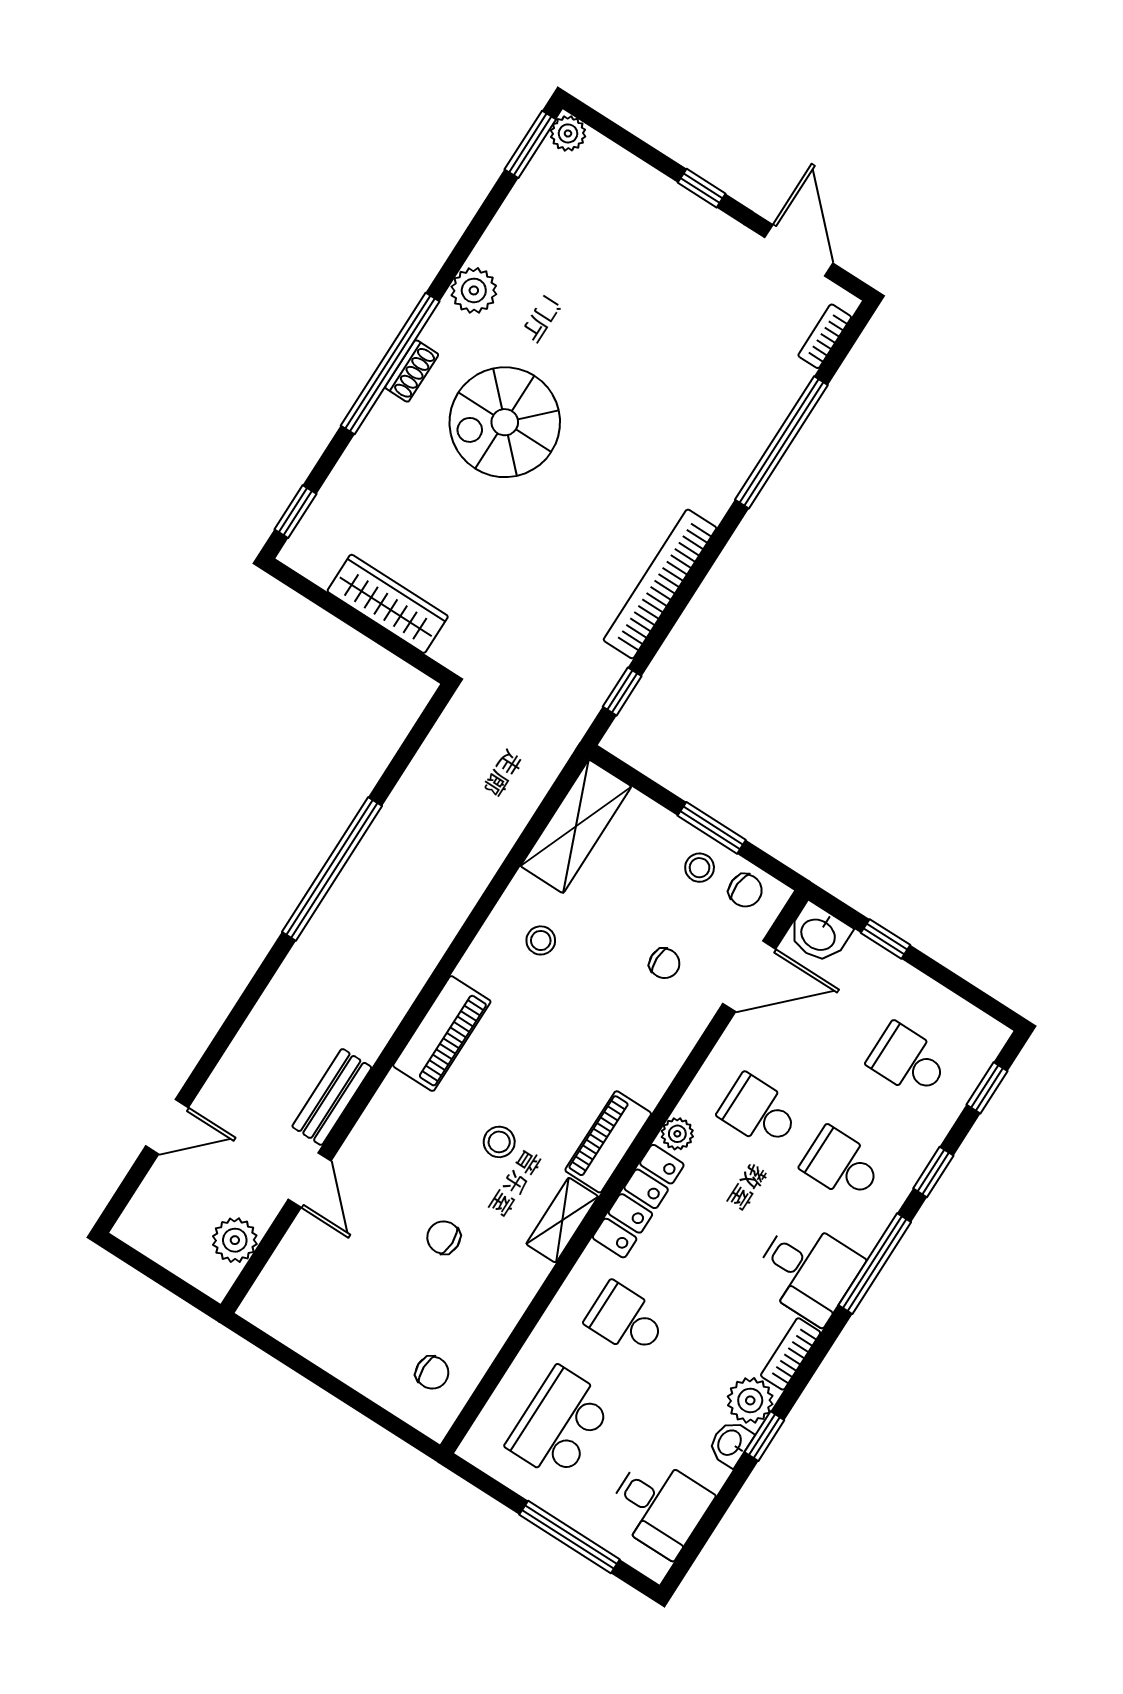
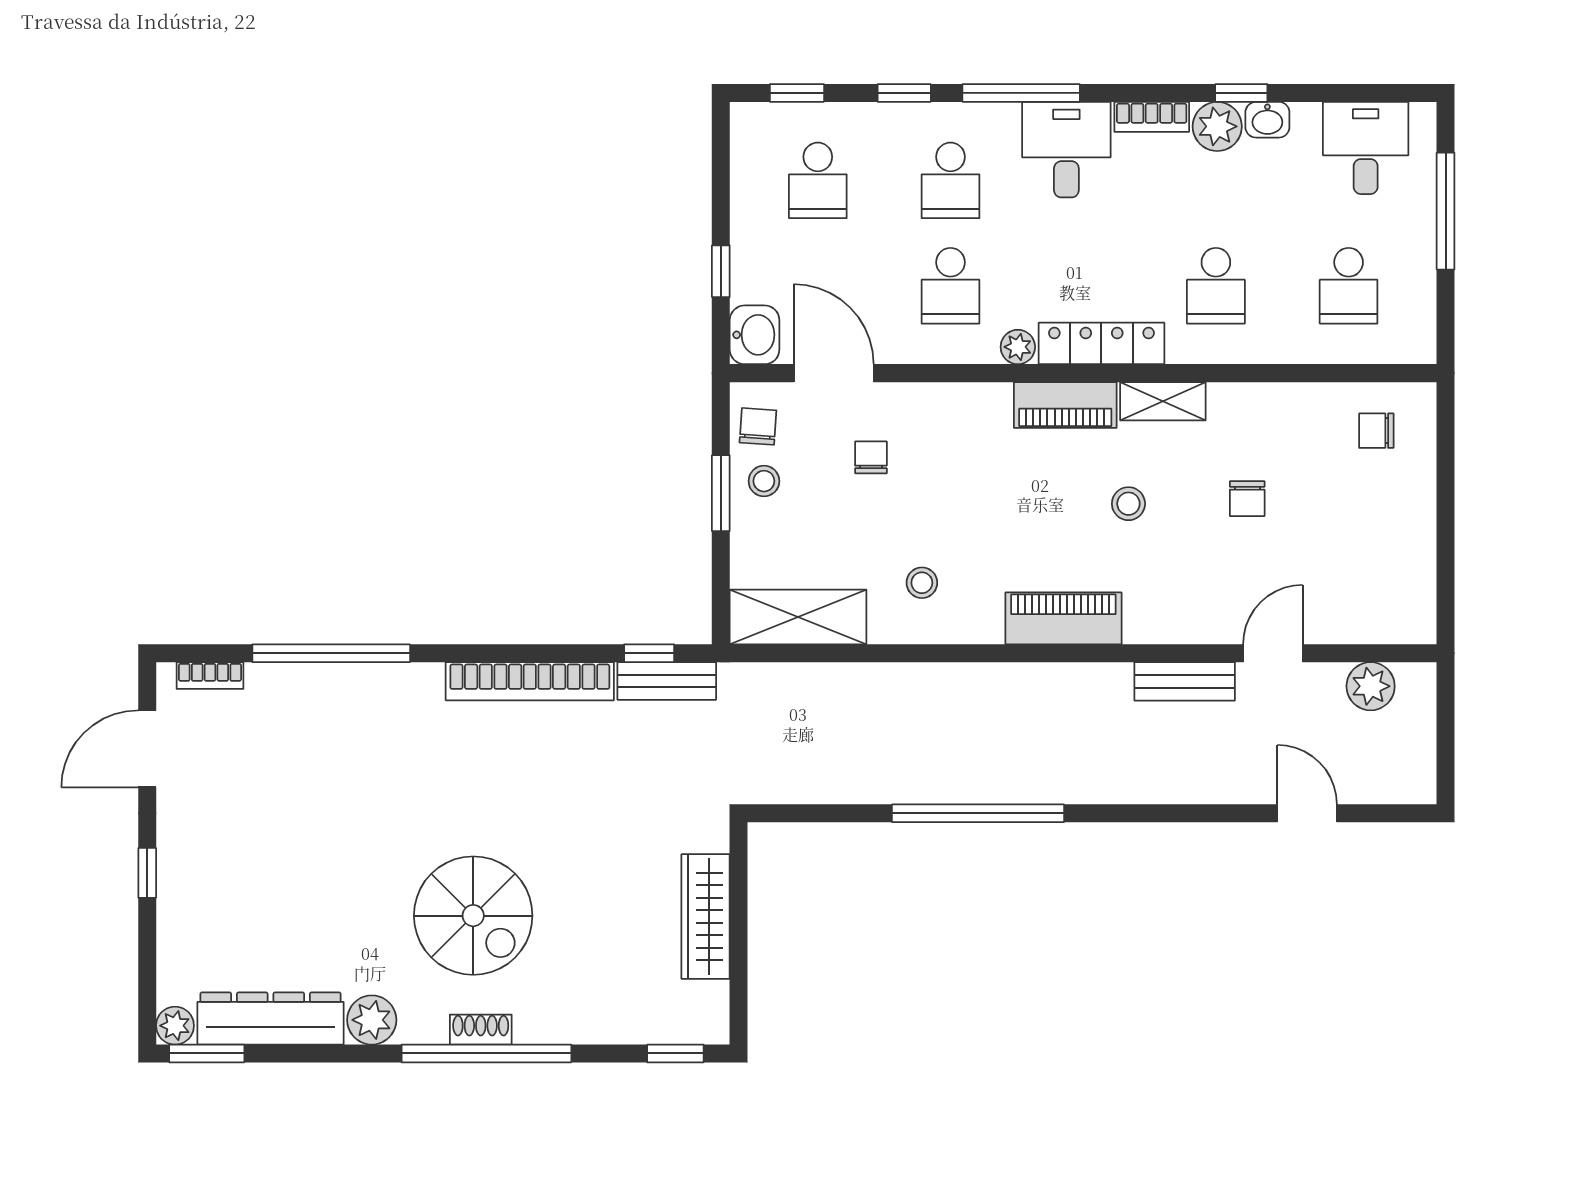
dresser: (526, 212) -> (271, 1019), added
bench: (592, 691) -> (667, 681), added
chair: (432, 1373) -> (1376, 431), turned -90
school desk: (560, 1424) -> (1349, 286), width x0.54

